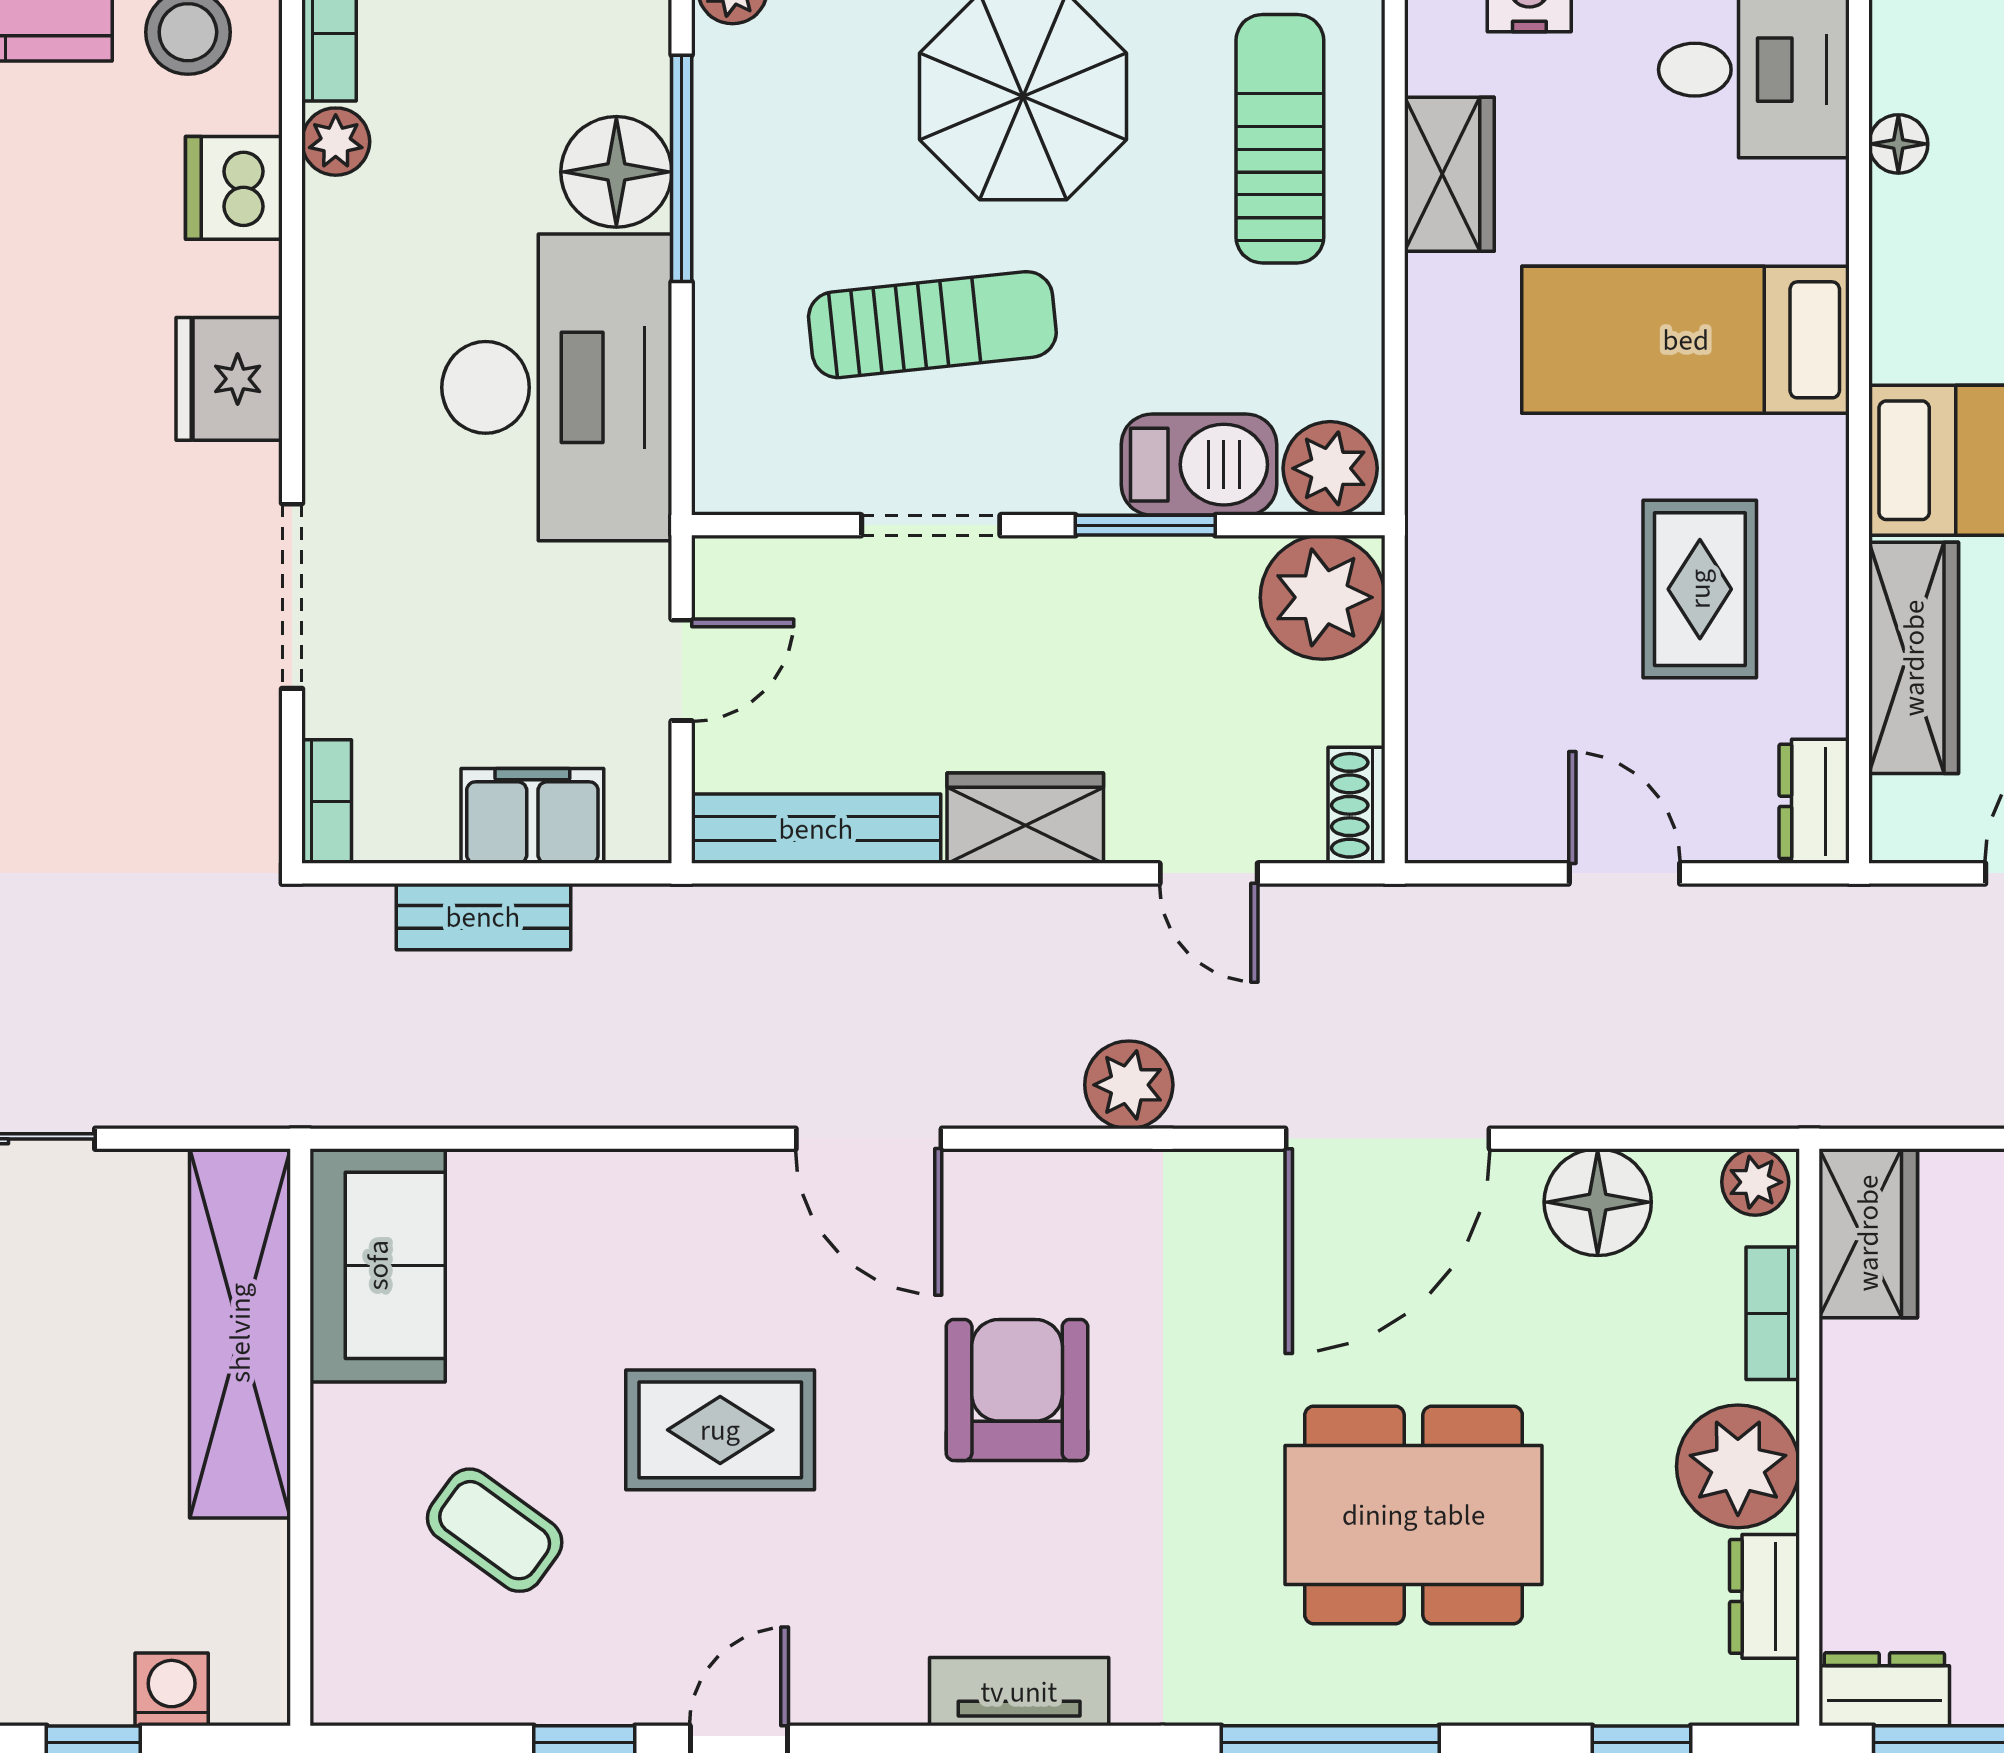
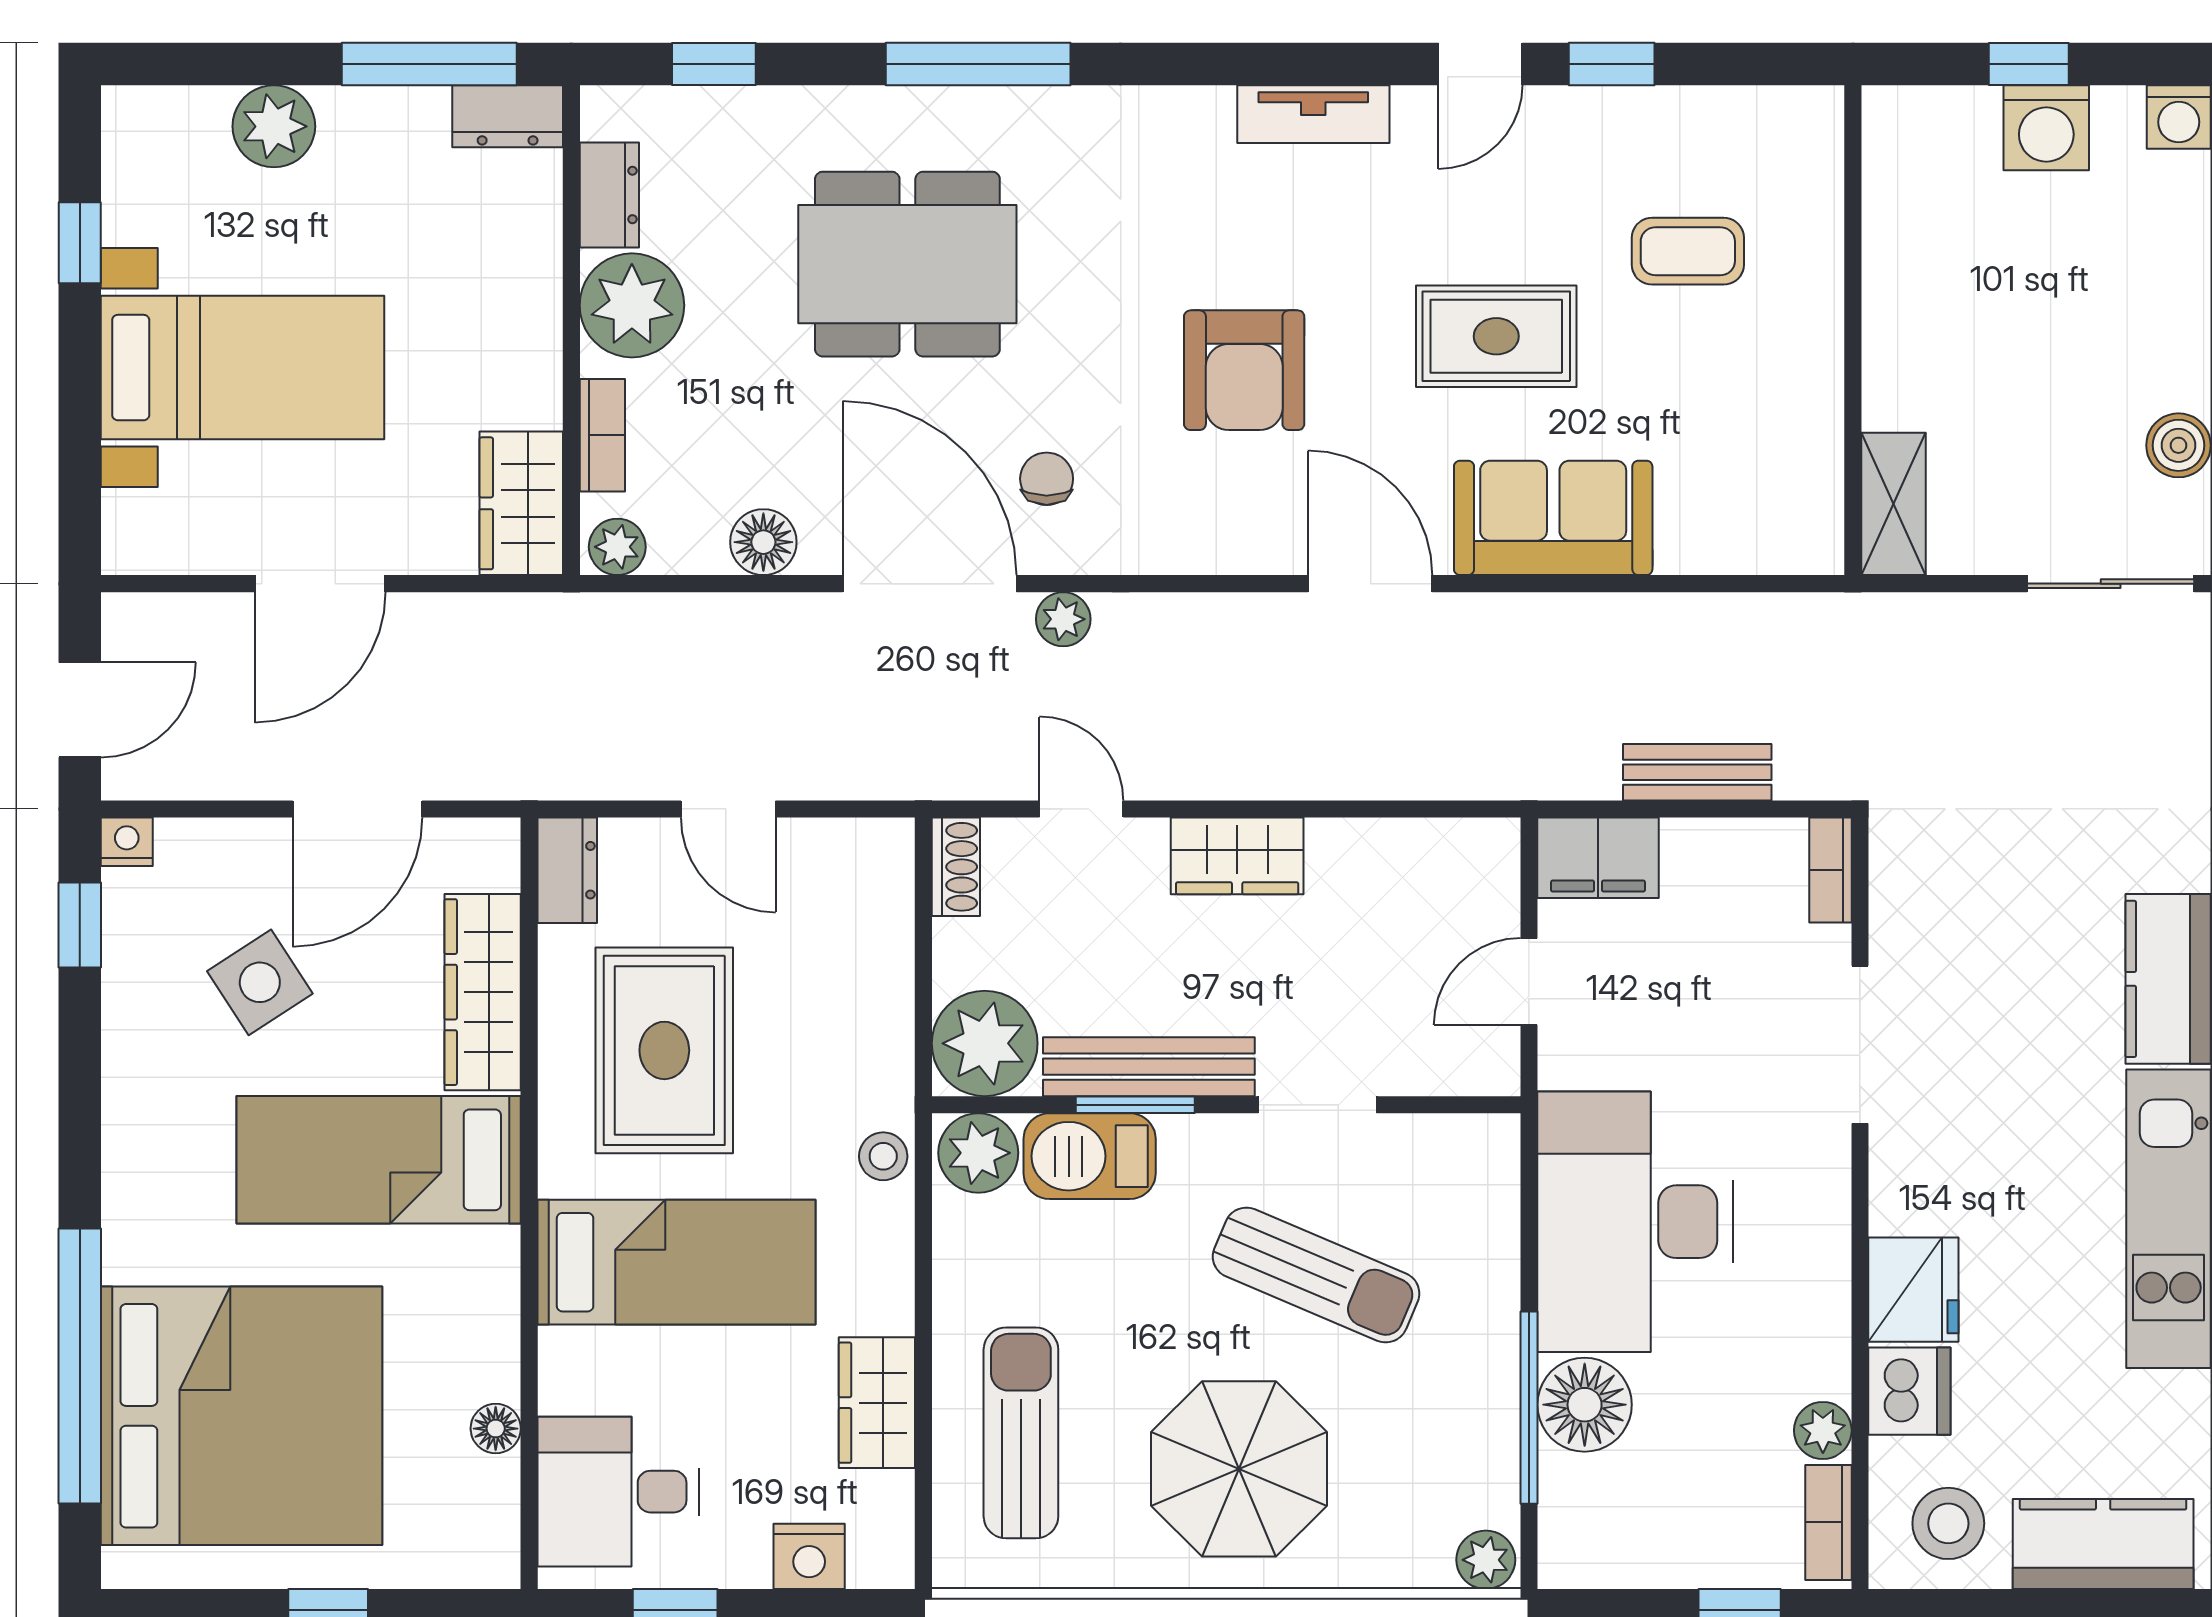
sun lounger: (1280, 139) -> (1021, 1433), turned 180
sun lounger: (932, 325) -> (1316, 1275), turned -151
fridge: (229, 379) -> (1913, 1290), moved
stool: (1442, 464) -> (883, 1156), added
rug: (1700, 589) -> (664, 1050), width x1.36, depth x1.43
filing cabinet: (532, 816) -> (1598, 858), moved
bench: (816, 829) -> (1149, 1067), moved
plant: (1129, 1085) -> (1063, 619), moved, width x0.73, depth x0.73
door: (1387, 1139) -> (930, 584), hinge flipped
floor lamp: (1598, 1202) -> (763, 542), width x0.73, depth x0.73
chair: (1250, 1262) -> (1047, 479), added
sofa: (378, 1265) -> (1553, 518), moved, turned 90
shelving: (240, 1333) -> (1893, 504), width x0.45, depth x0.75
coffee table: (495, 1530) -> (1688, 251), turned -36
washing machine: (172, 1689) -> (2046, 128), moved, width x1.38, depth x1.38
tv unit: (1019, 1692) -> (1313, 114), moved

